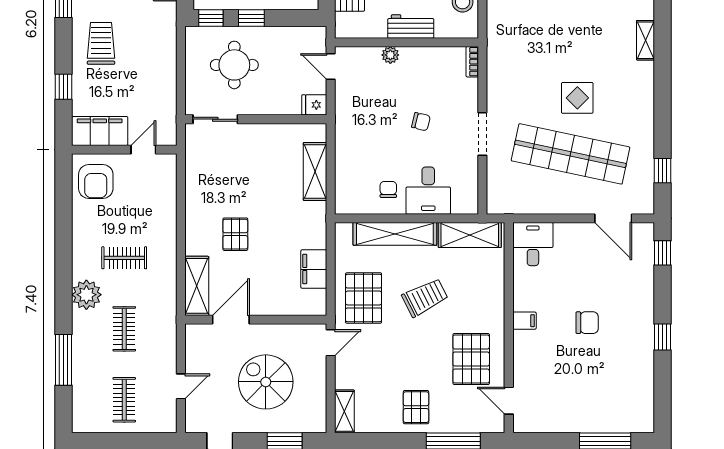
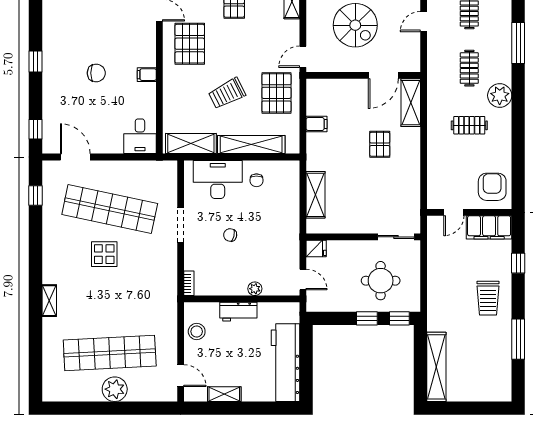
desk: (428, 191) -> (218, 179), width x1.37
filing cabinet: (314, 269) -> (317, 124), width x0.50
chair: (587, 323) -> (96, 73), turned 180

